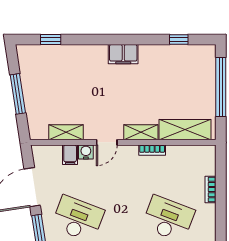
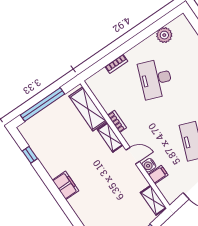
shelving: (66, 132) -> (153, 200), moved

